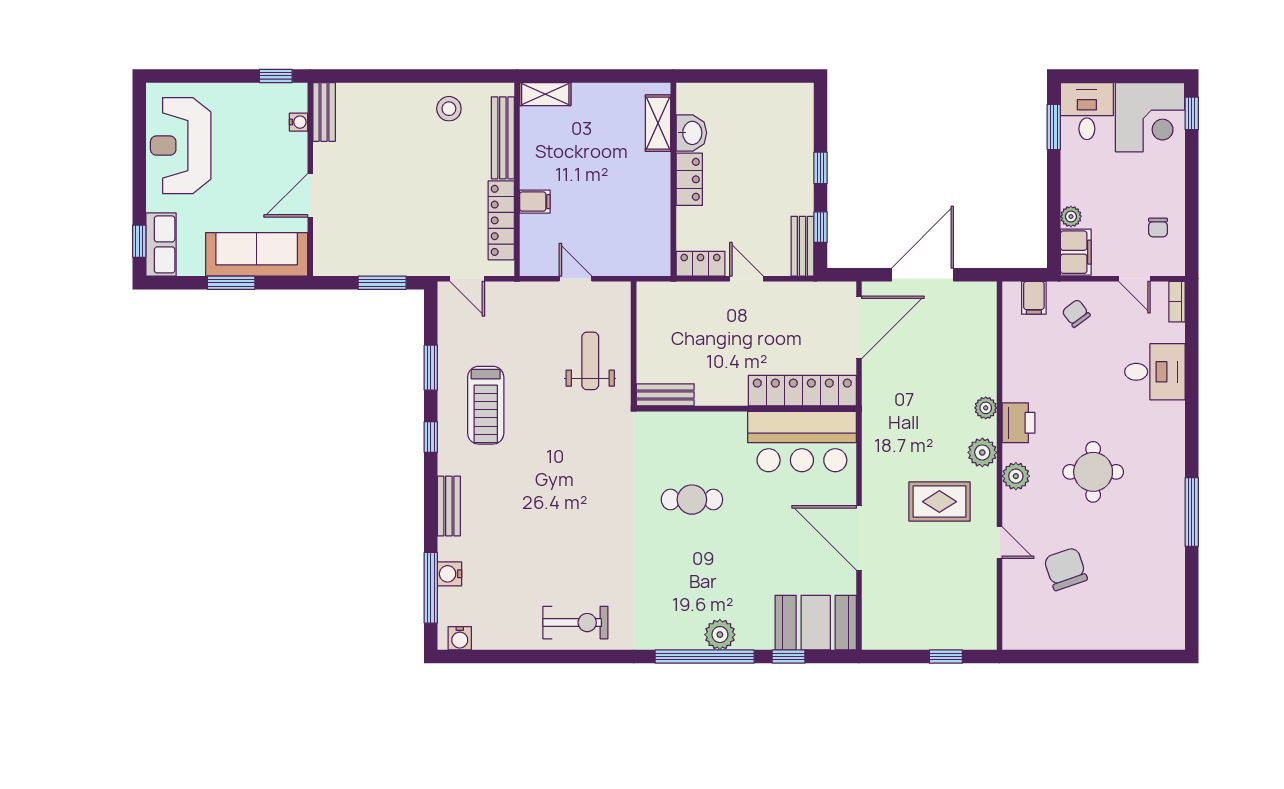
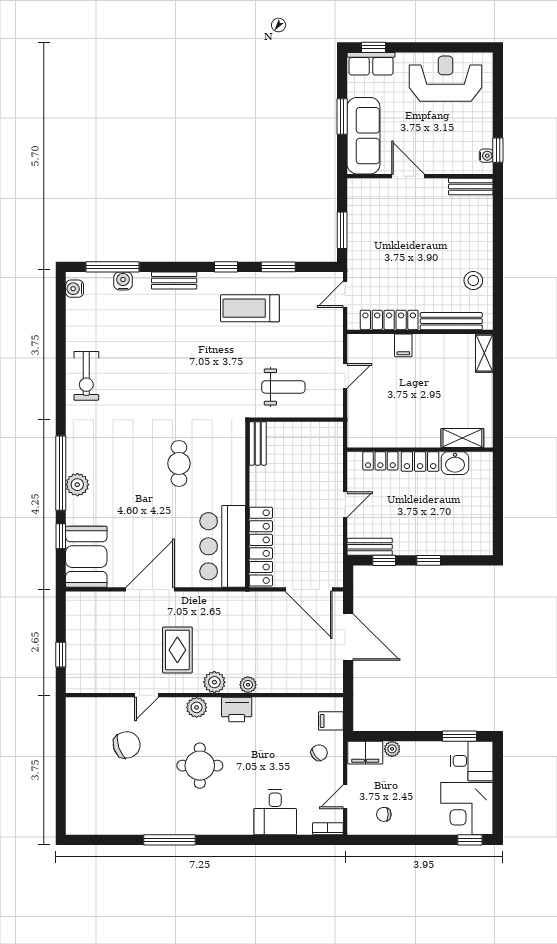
water cooler: (298, 122) -> (486, 156), moved, turned -90
locker: (700, 264) -> (380, 461), moved, turned 90

